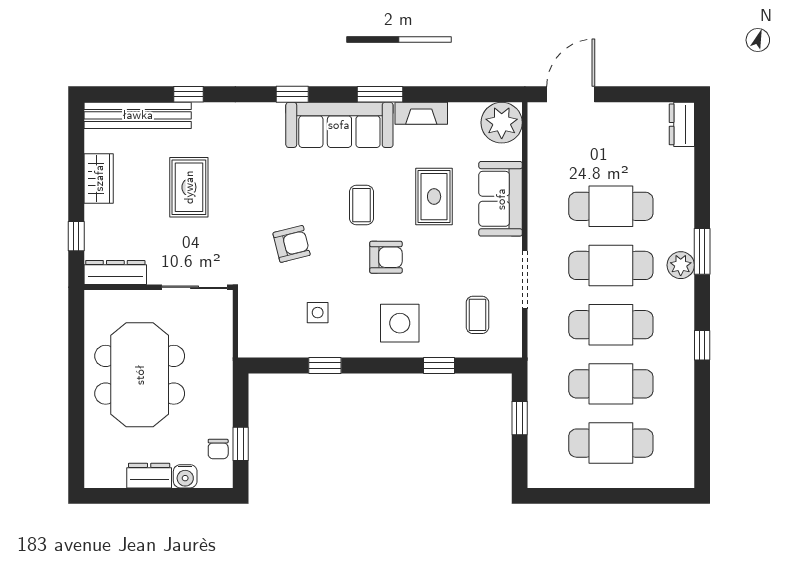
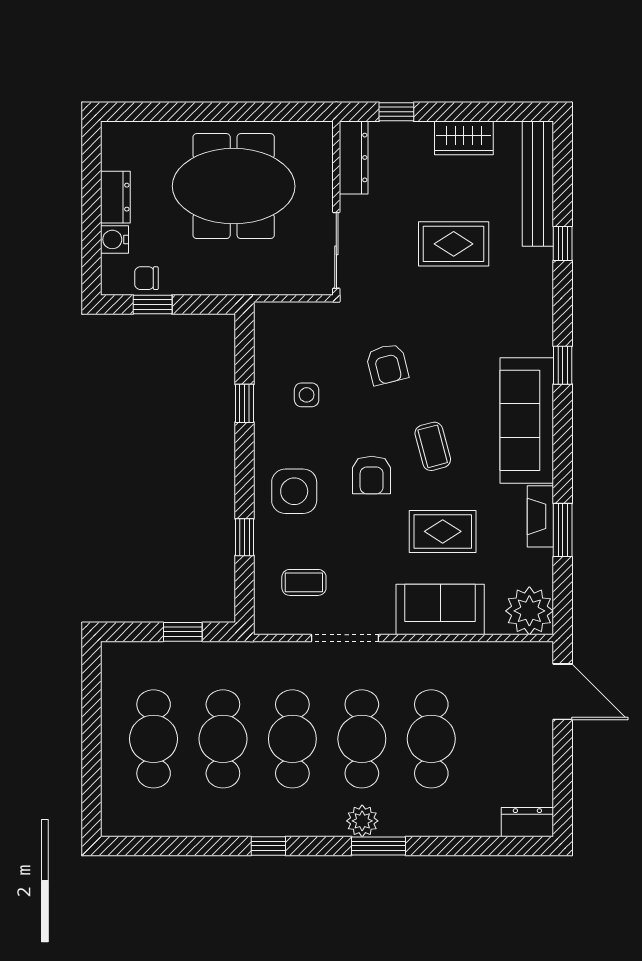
window: (380, 94) -> (563, 530), moved
coffee table: (361, 205) -> (433, 446), turned 75

